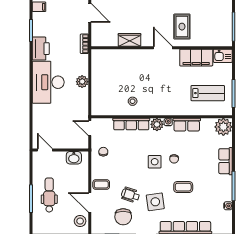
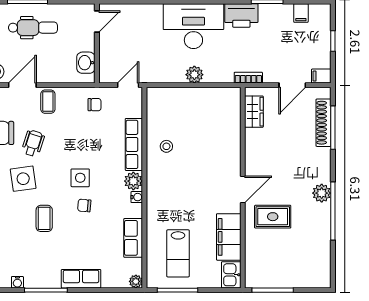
wardrobe: (129, 40) -> (254, 112), moved
row of seats: (187, 125) -> (133, 238), moved
plant: (223, 127) -> (136, 281), width x0.53, depth x0.53

